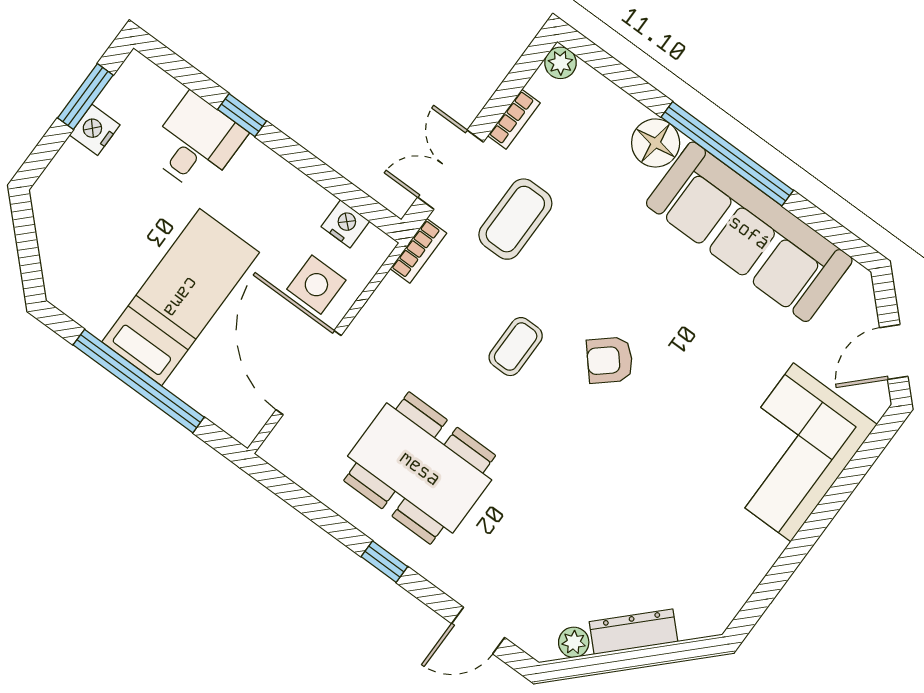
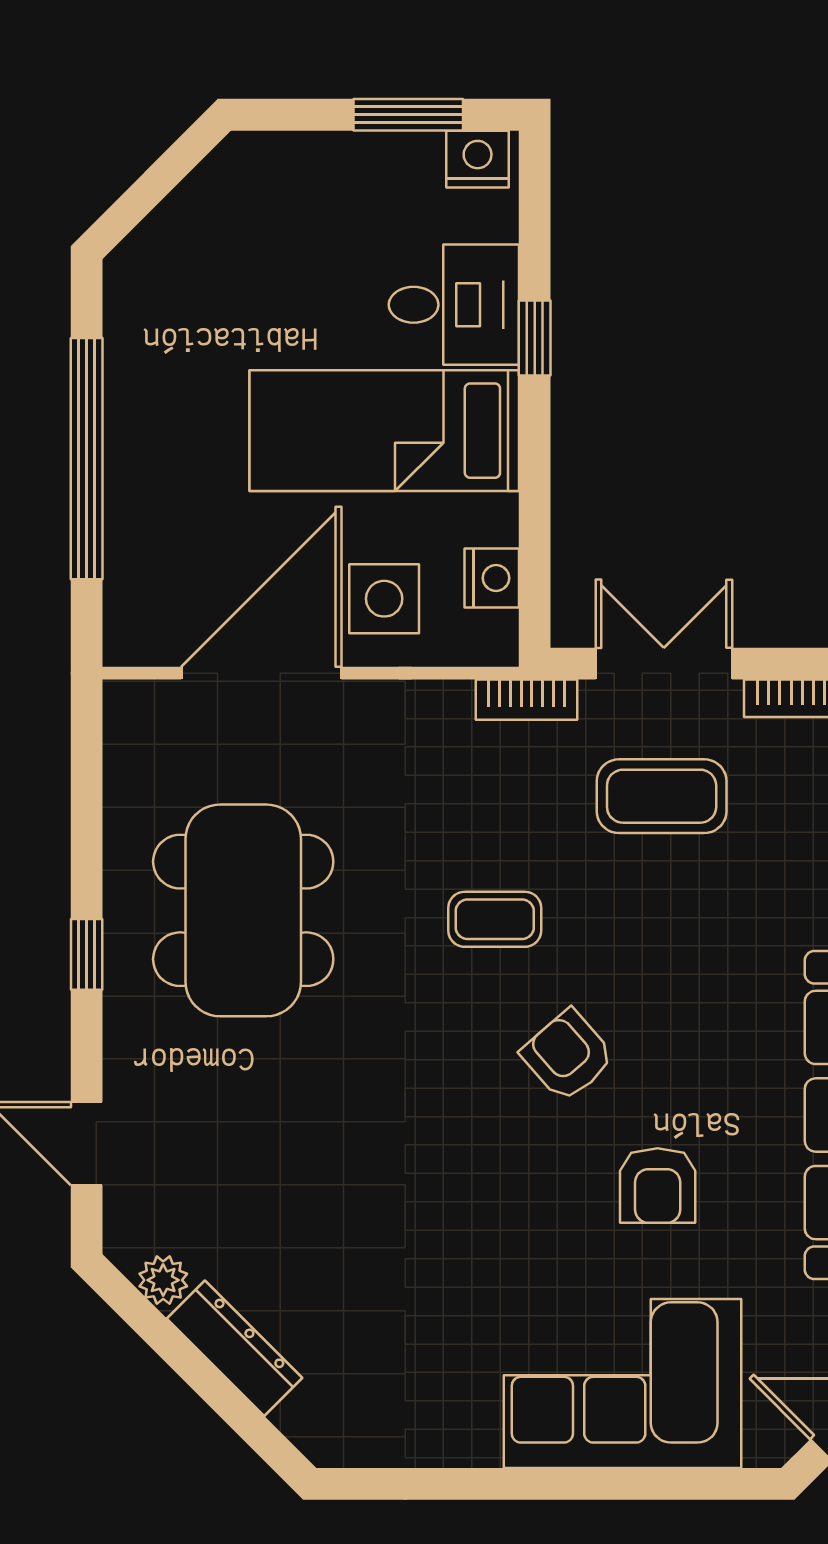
nightstand: (95, 130) -> (478, 159), moved
bed: (181, 297) -> (384, 431), moved, turned 180
armchair: (707, 363) -> (658, 1185), added

